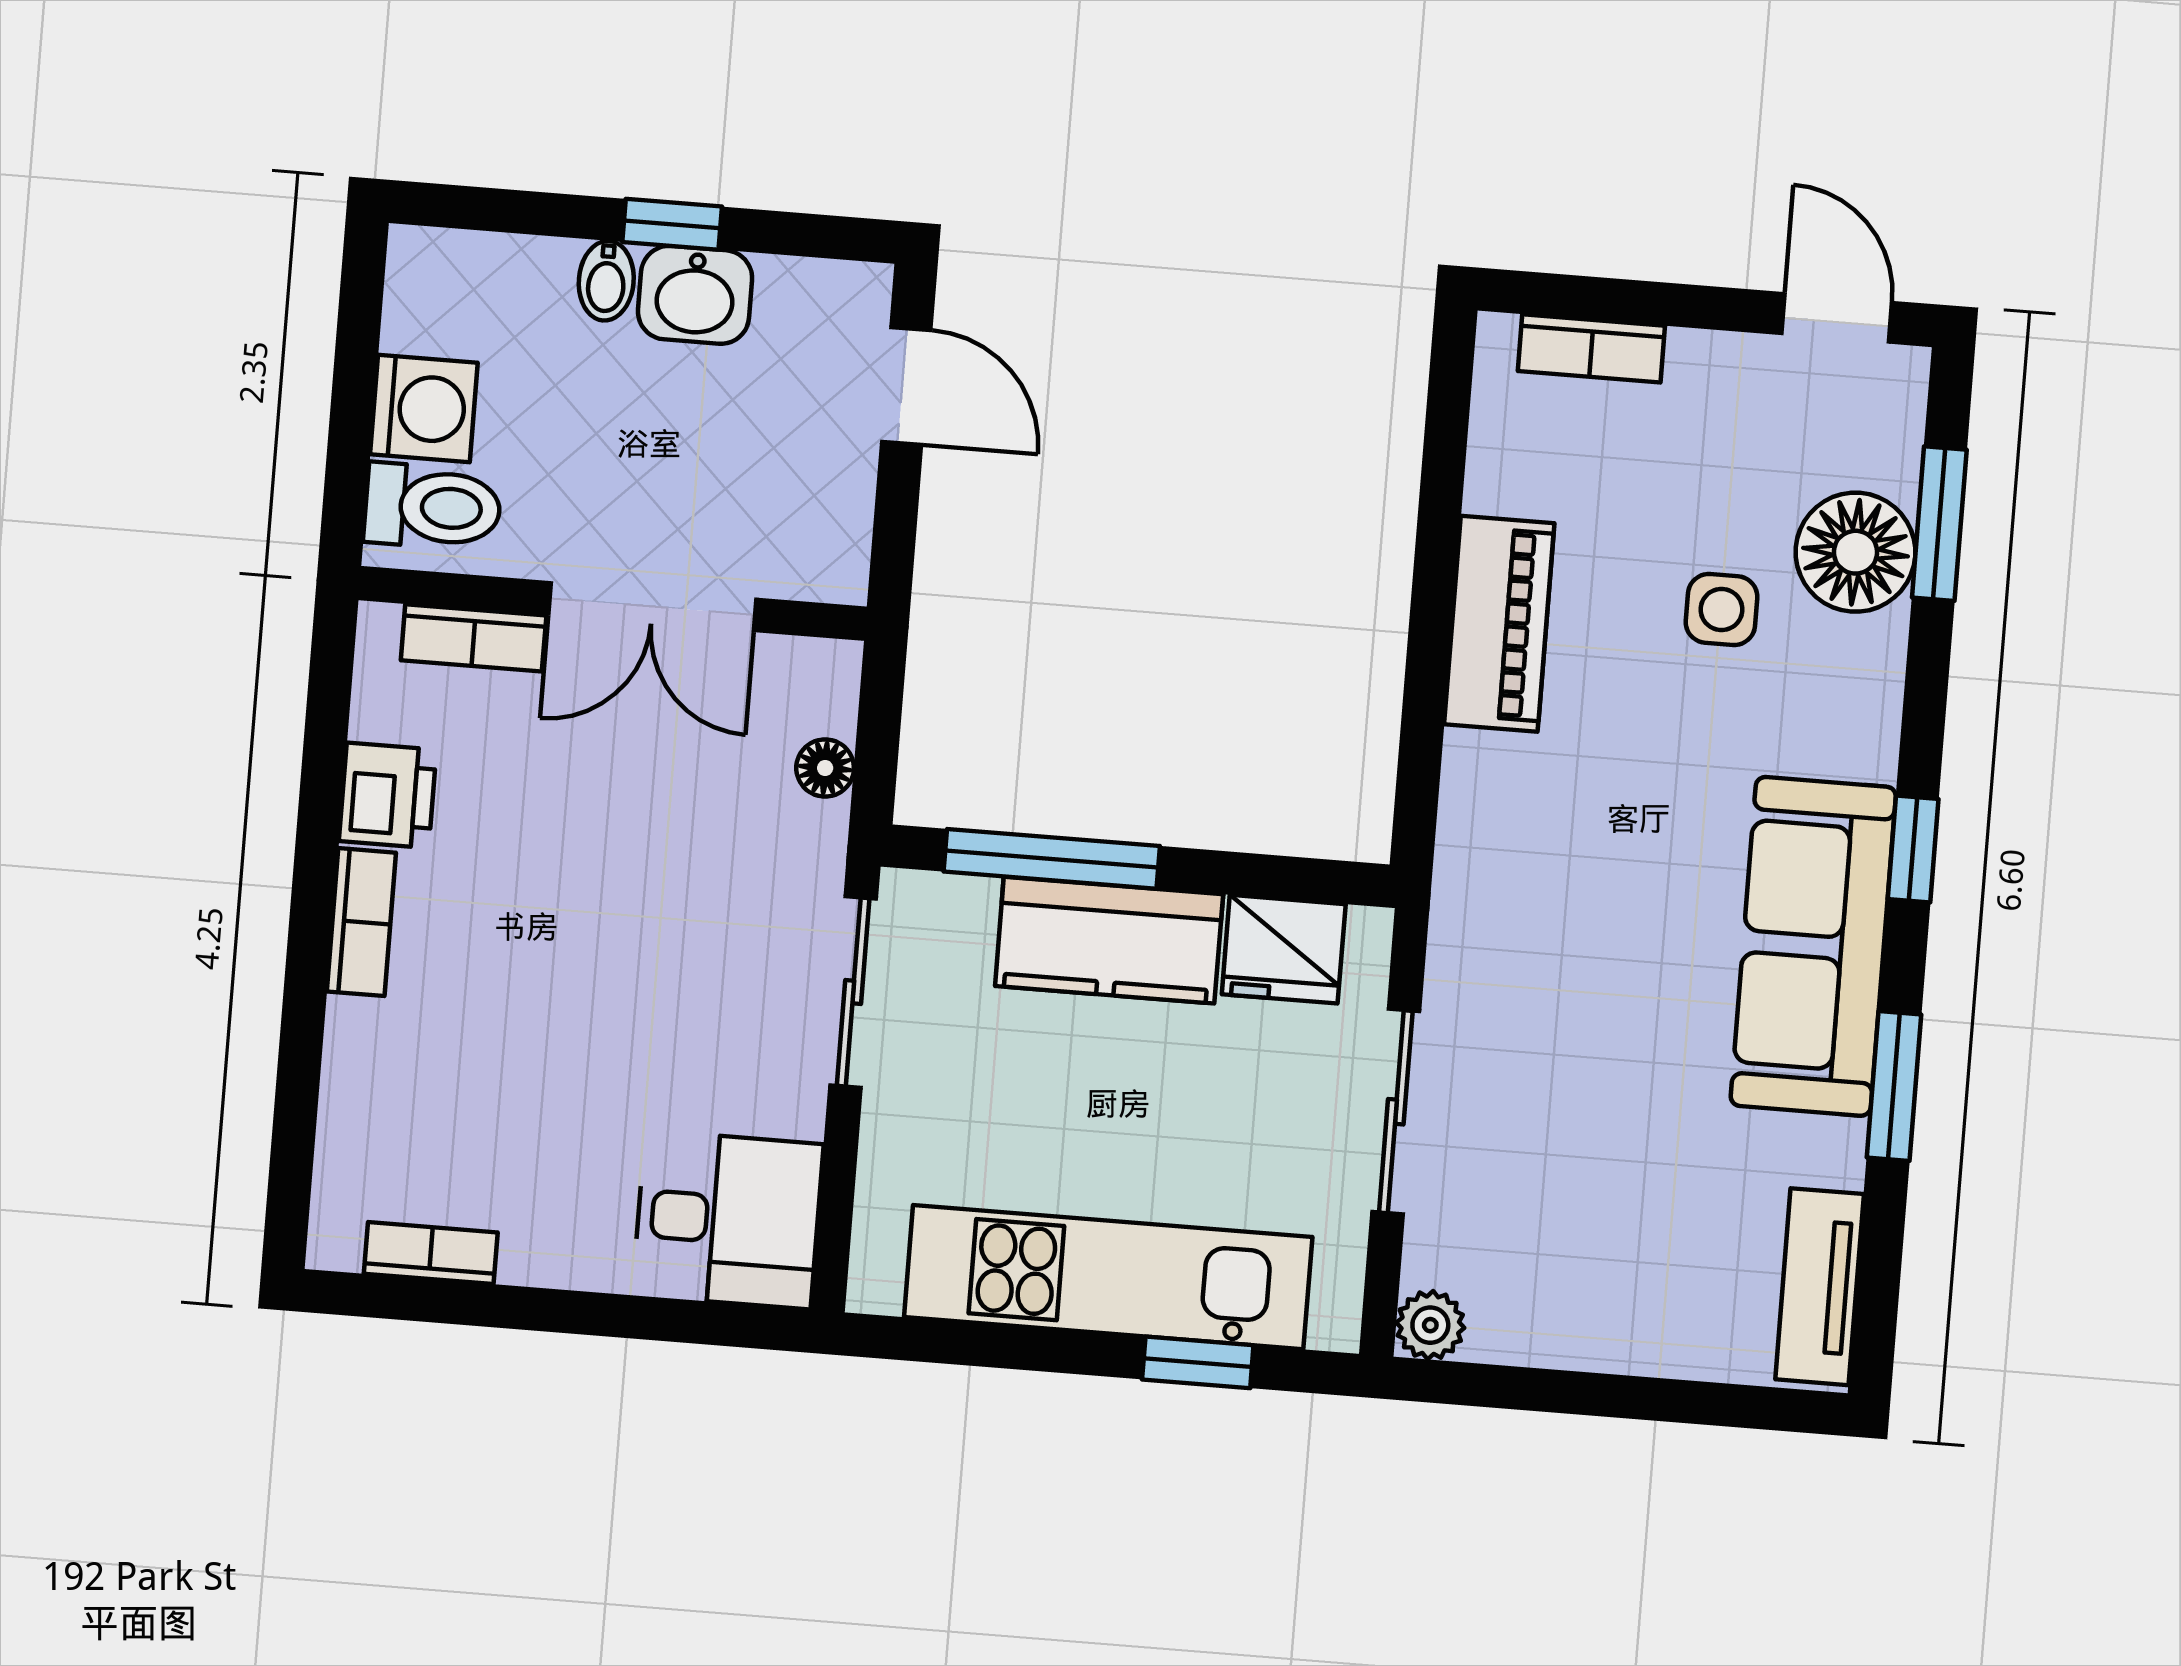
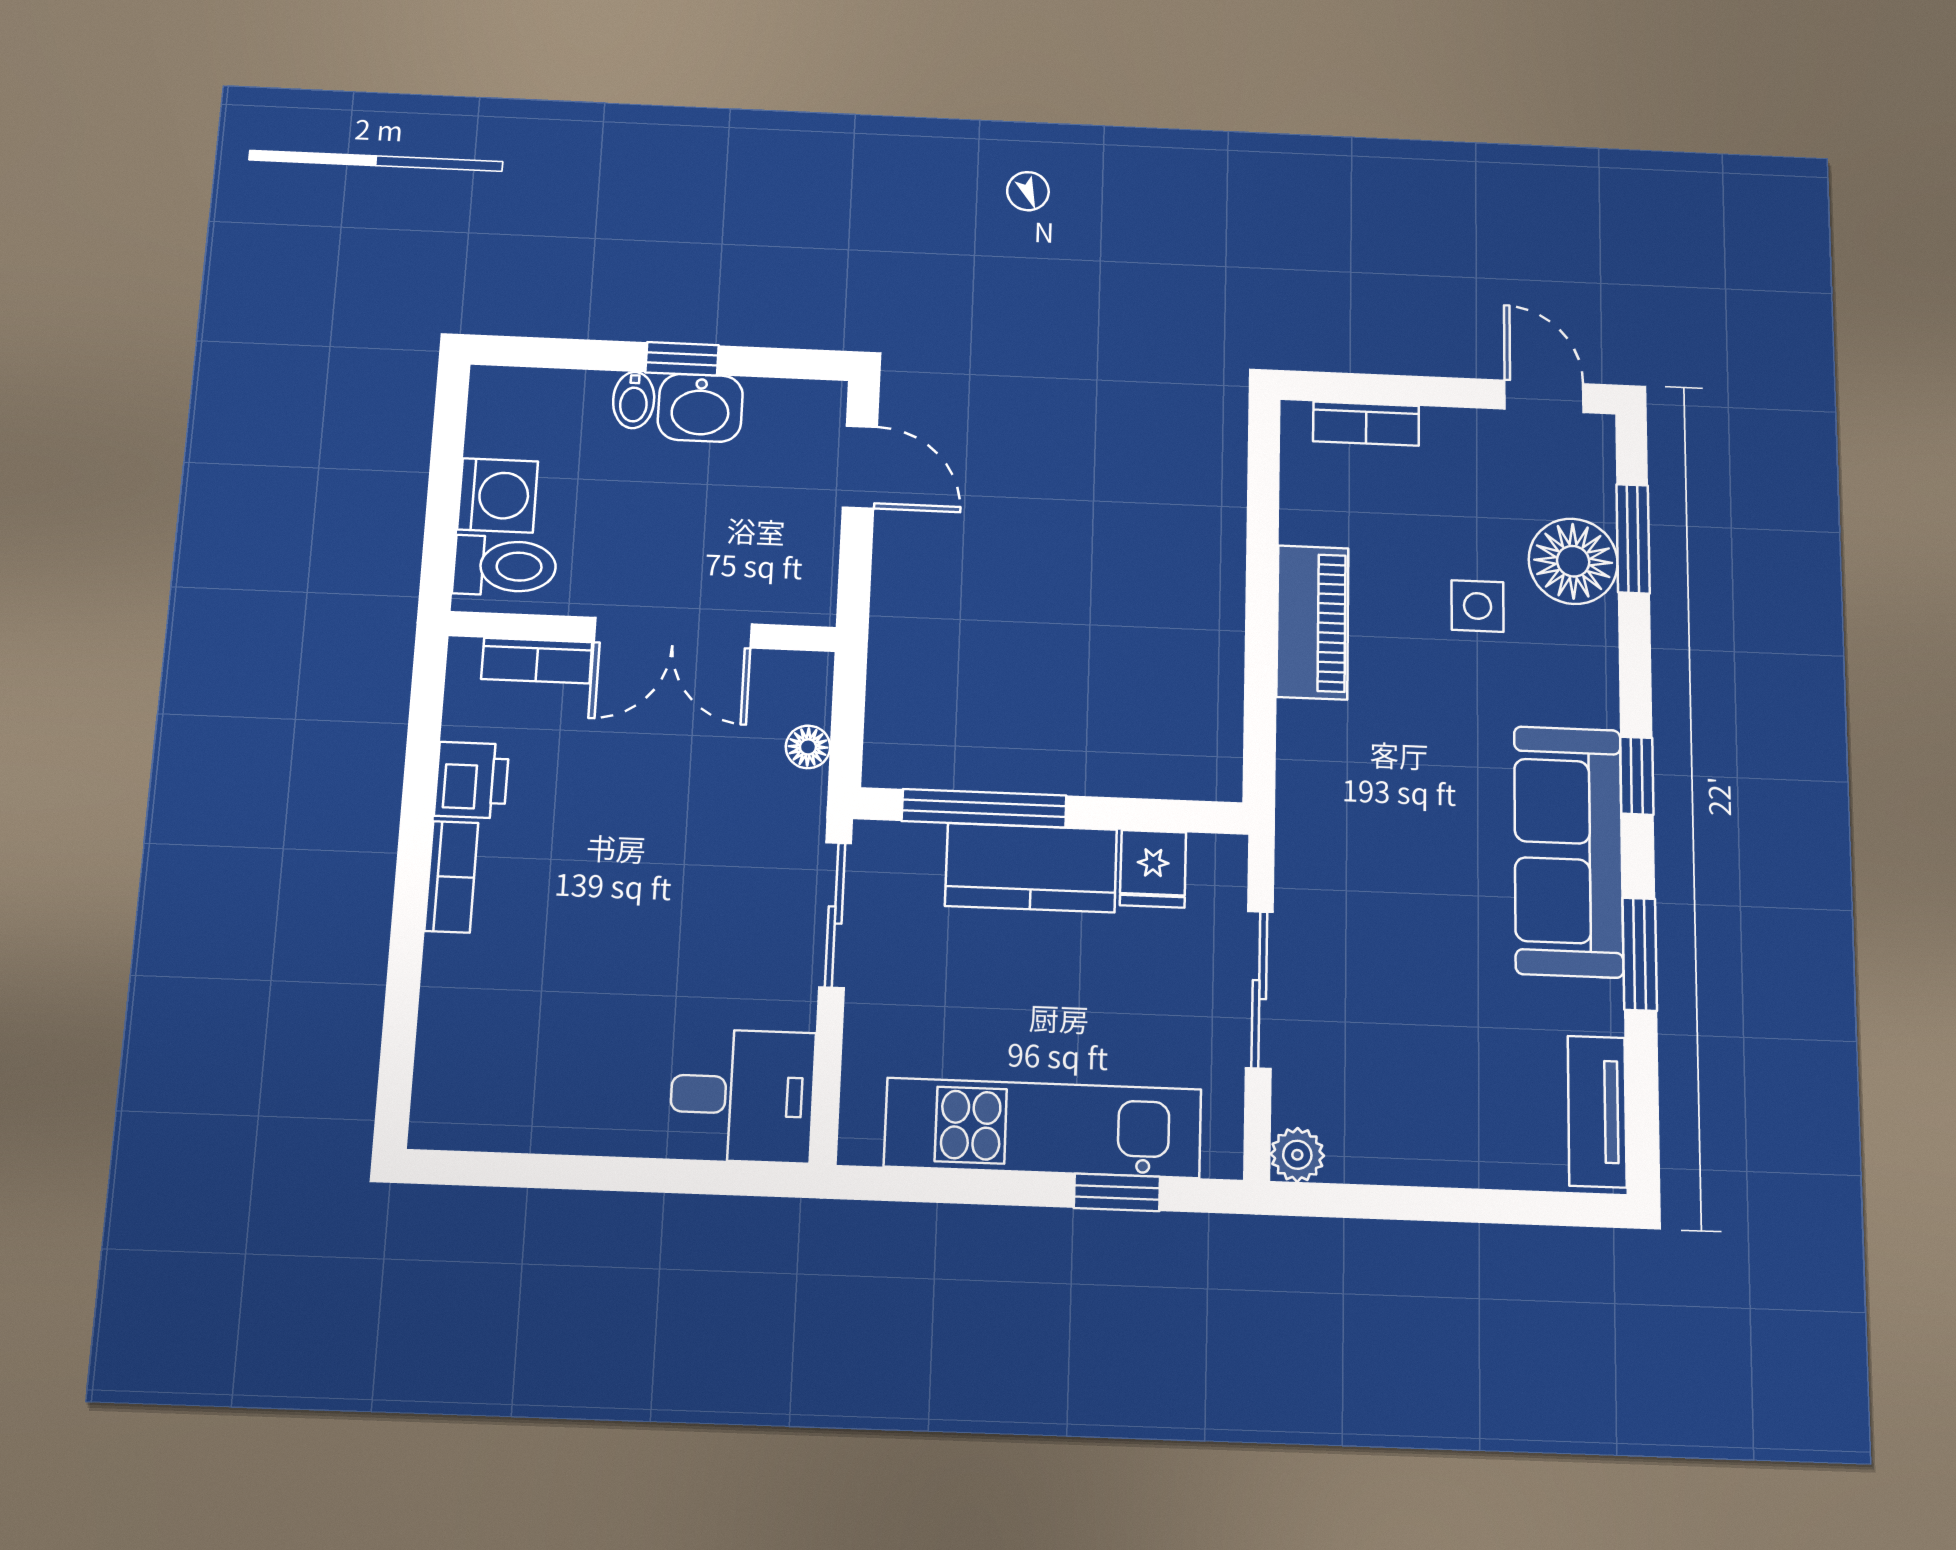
fridge: (1284, 949) -> (1153, 869), width x0.72
bookcase: (431, 1253) -> (507, 1132), removed

